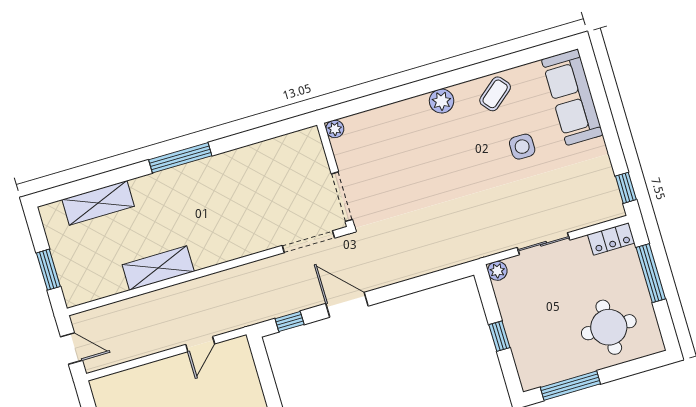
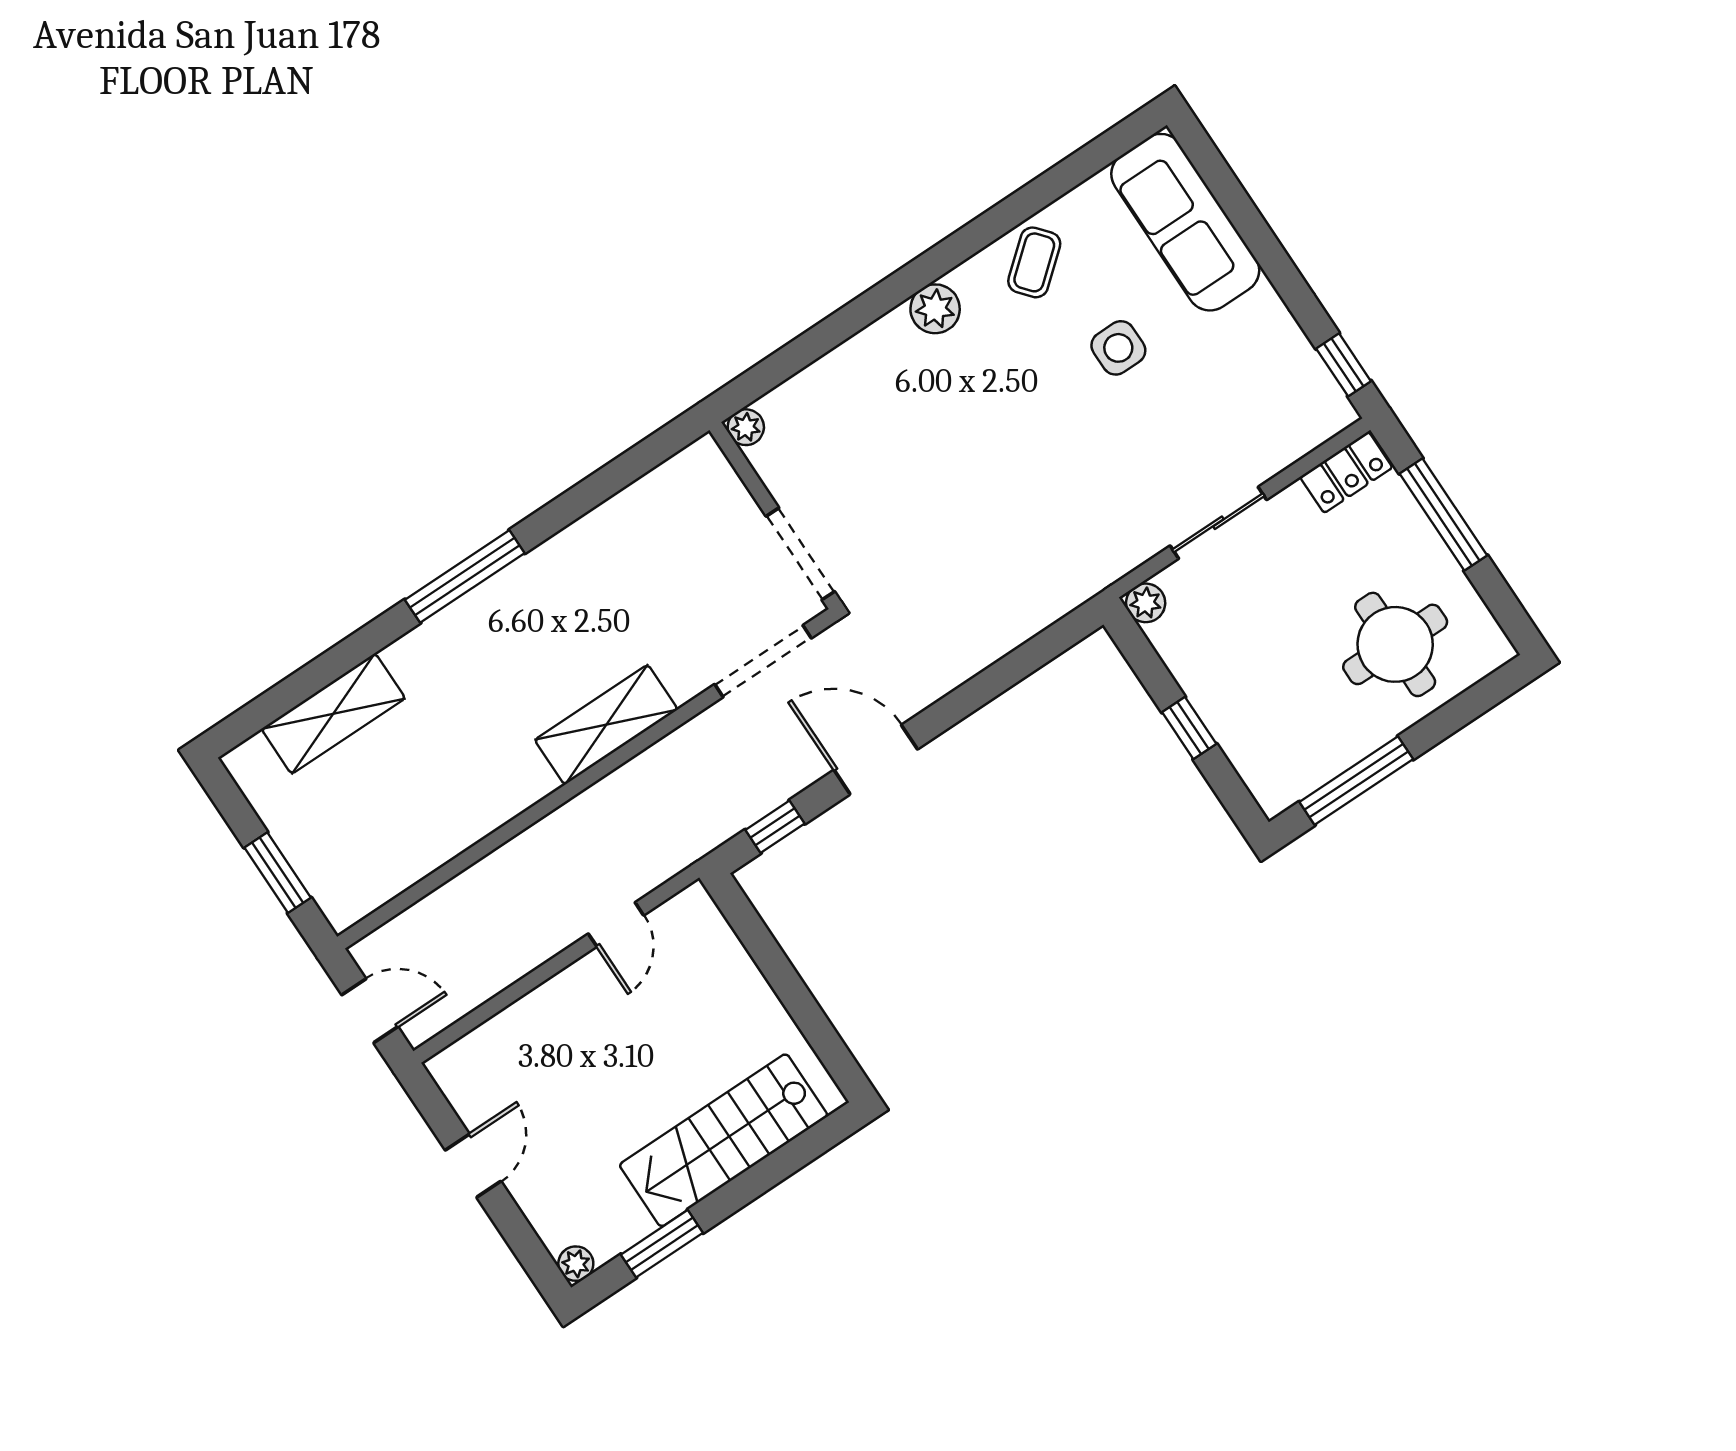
shelving: (158, 268) -> (606, 725), moved

